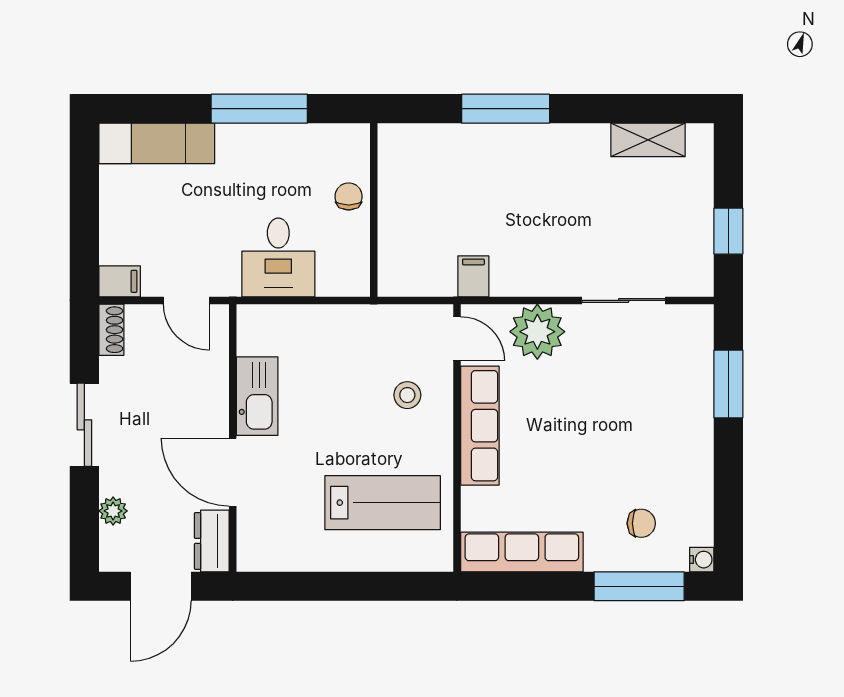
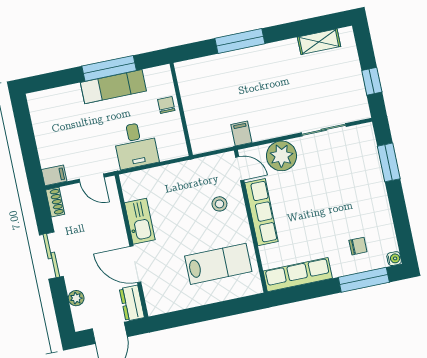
exam couch: (157, 143) -> (113, 87), moved

